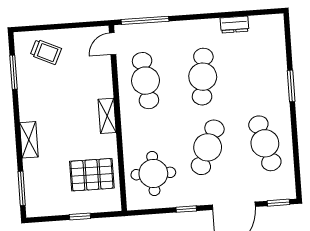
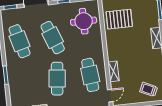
shelving: (107, 116) -> (114, 71), moved
cafe table: (208, 147) -> (53, 38), turned -45

